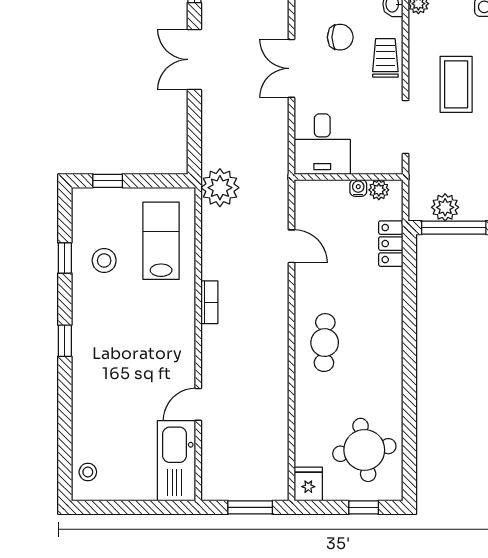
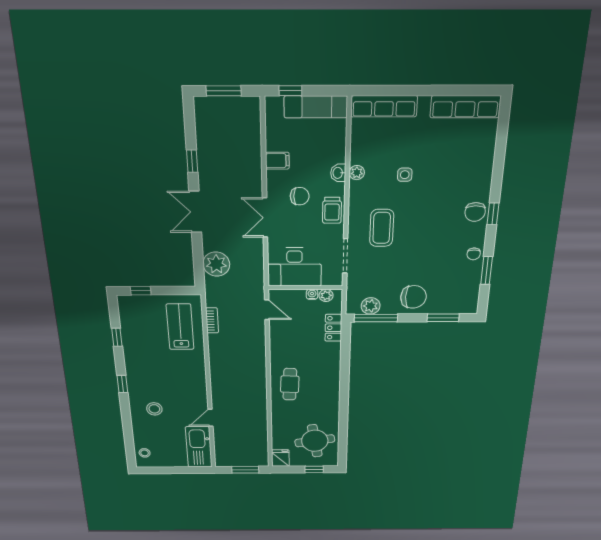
trolley: (385, 58) -> (332, 210), turned 180
desk: (322, 144) -> (294, 267), width x1.37
plant: (220, 188) -> (216, 264), moved
door: (292, 246) -> (267, 310), moved
stool: (104, 260) -> (154, 409), moved
bookcase: (209, 302) -> (212, 320), moved

